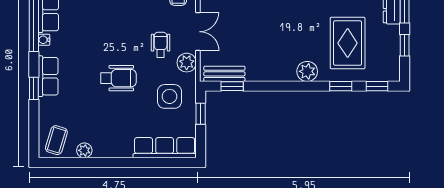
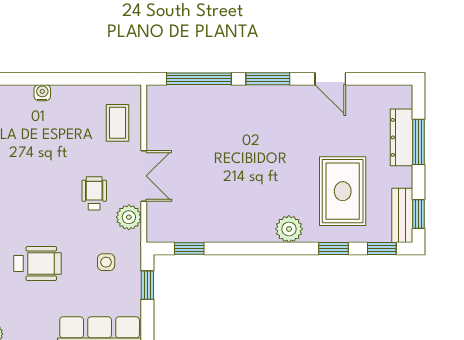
window: (405, 45) -> (419, 214), moved
bench: (224, 74) -> (402, 215), moved, turned 90
wheelchair: (118, 78) -> (37, 263), moved
side table: (169, 96) -> (106, 262), width x0.54, depth x0.54

